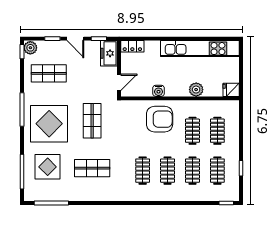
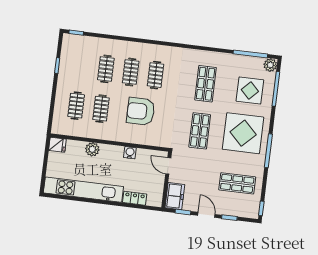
locker: (132, 46) -> (135, 198), moved
plant: (30, 48) -> (270, 65), moved
door: (119, 82) -> (168, 166), hinge flipped
armchair: (160, 119) -> (141, 111), moved
shop shelf: (92, 168) -> (206, 84), turned 90
clothes rail: (217, 171) -> (81, 66), removed

